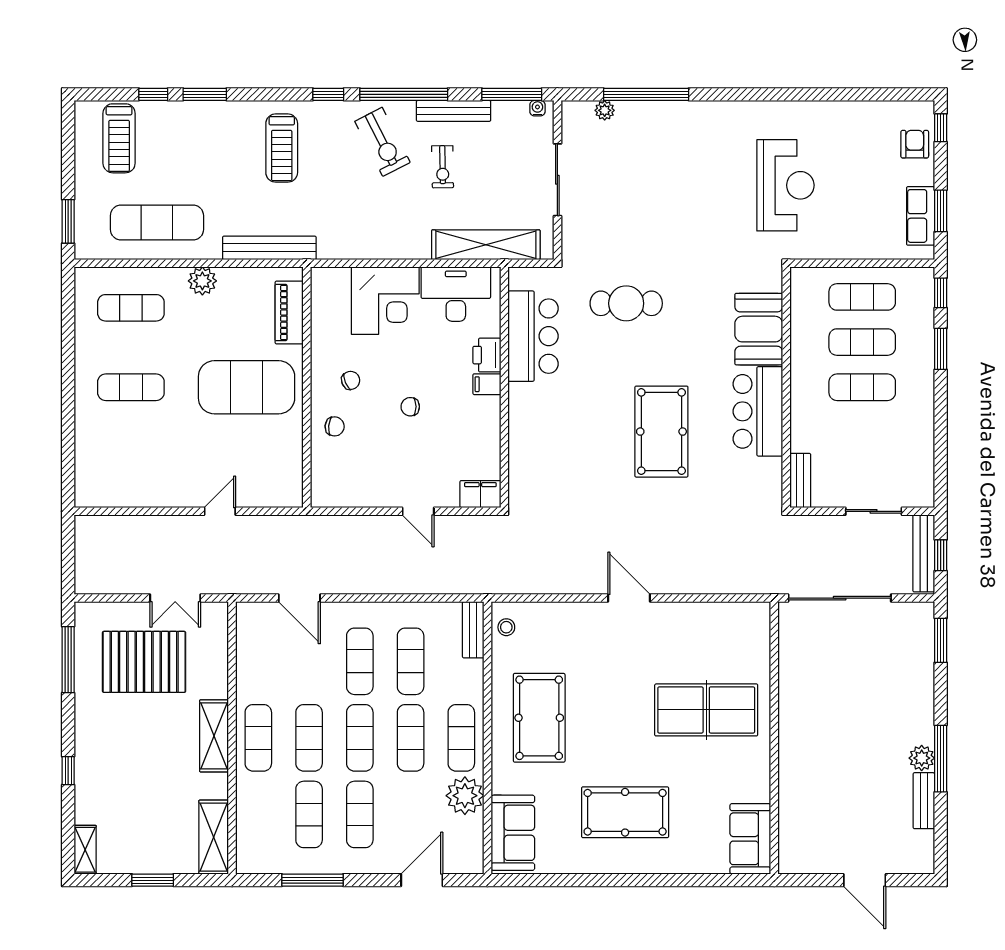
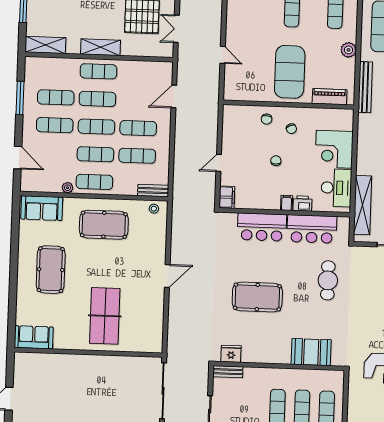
bar counter: (758, 411) -> (262, 227), moved, turned 180
fridge: (767, 476) -> (231, 354), added
plant: (465, 796) -> (68, 188), width x0.53, depth x0.53

